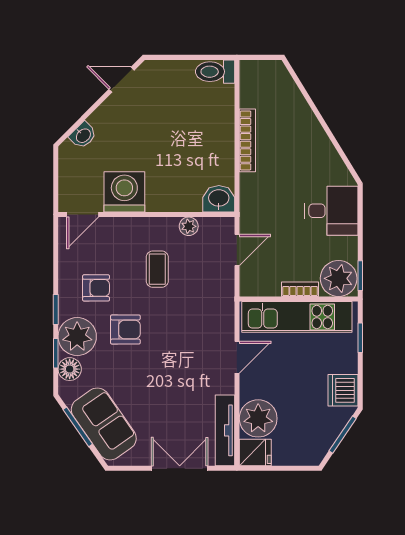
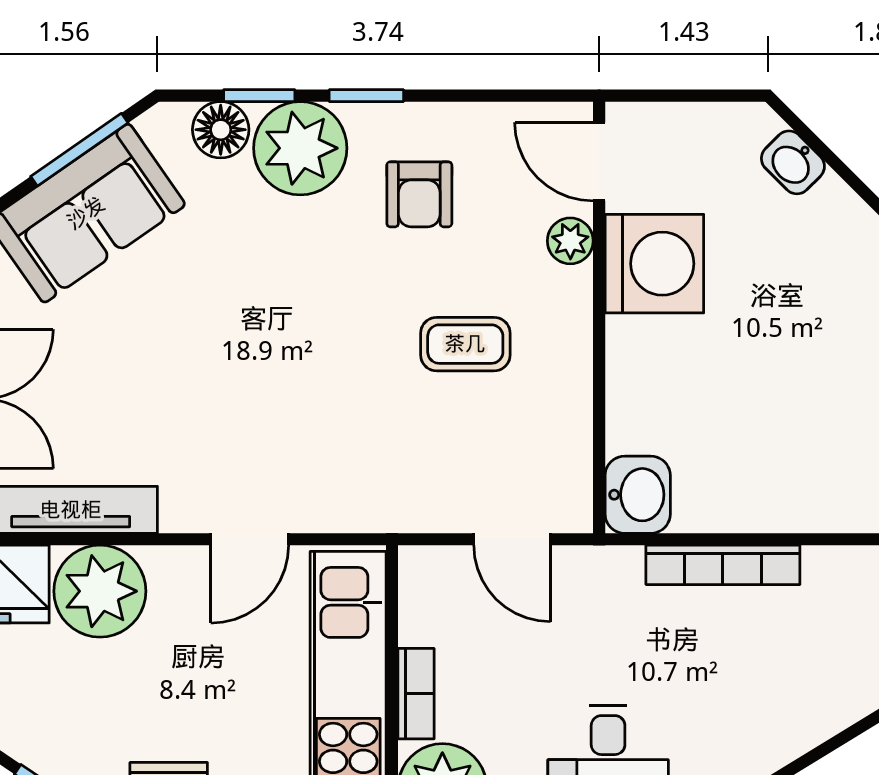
bookcase: (247, 140) -> (723, 565), moved
plant: (189, 226) -> (570, 241), moved
armchair: (125, 329) -> (318, 266), removed
door: (237, 357) -> (250, 539), hinge flipped

